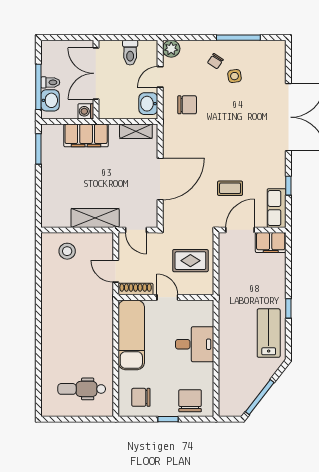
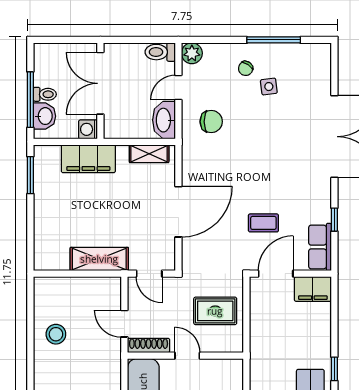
toilet: (130, 53) -> (160, 52), moved, turned 90
washbasin: (148, 104) -> (164, 120), width x1.38
stool: (67, 251) -> (56, 334), moved

